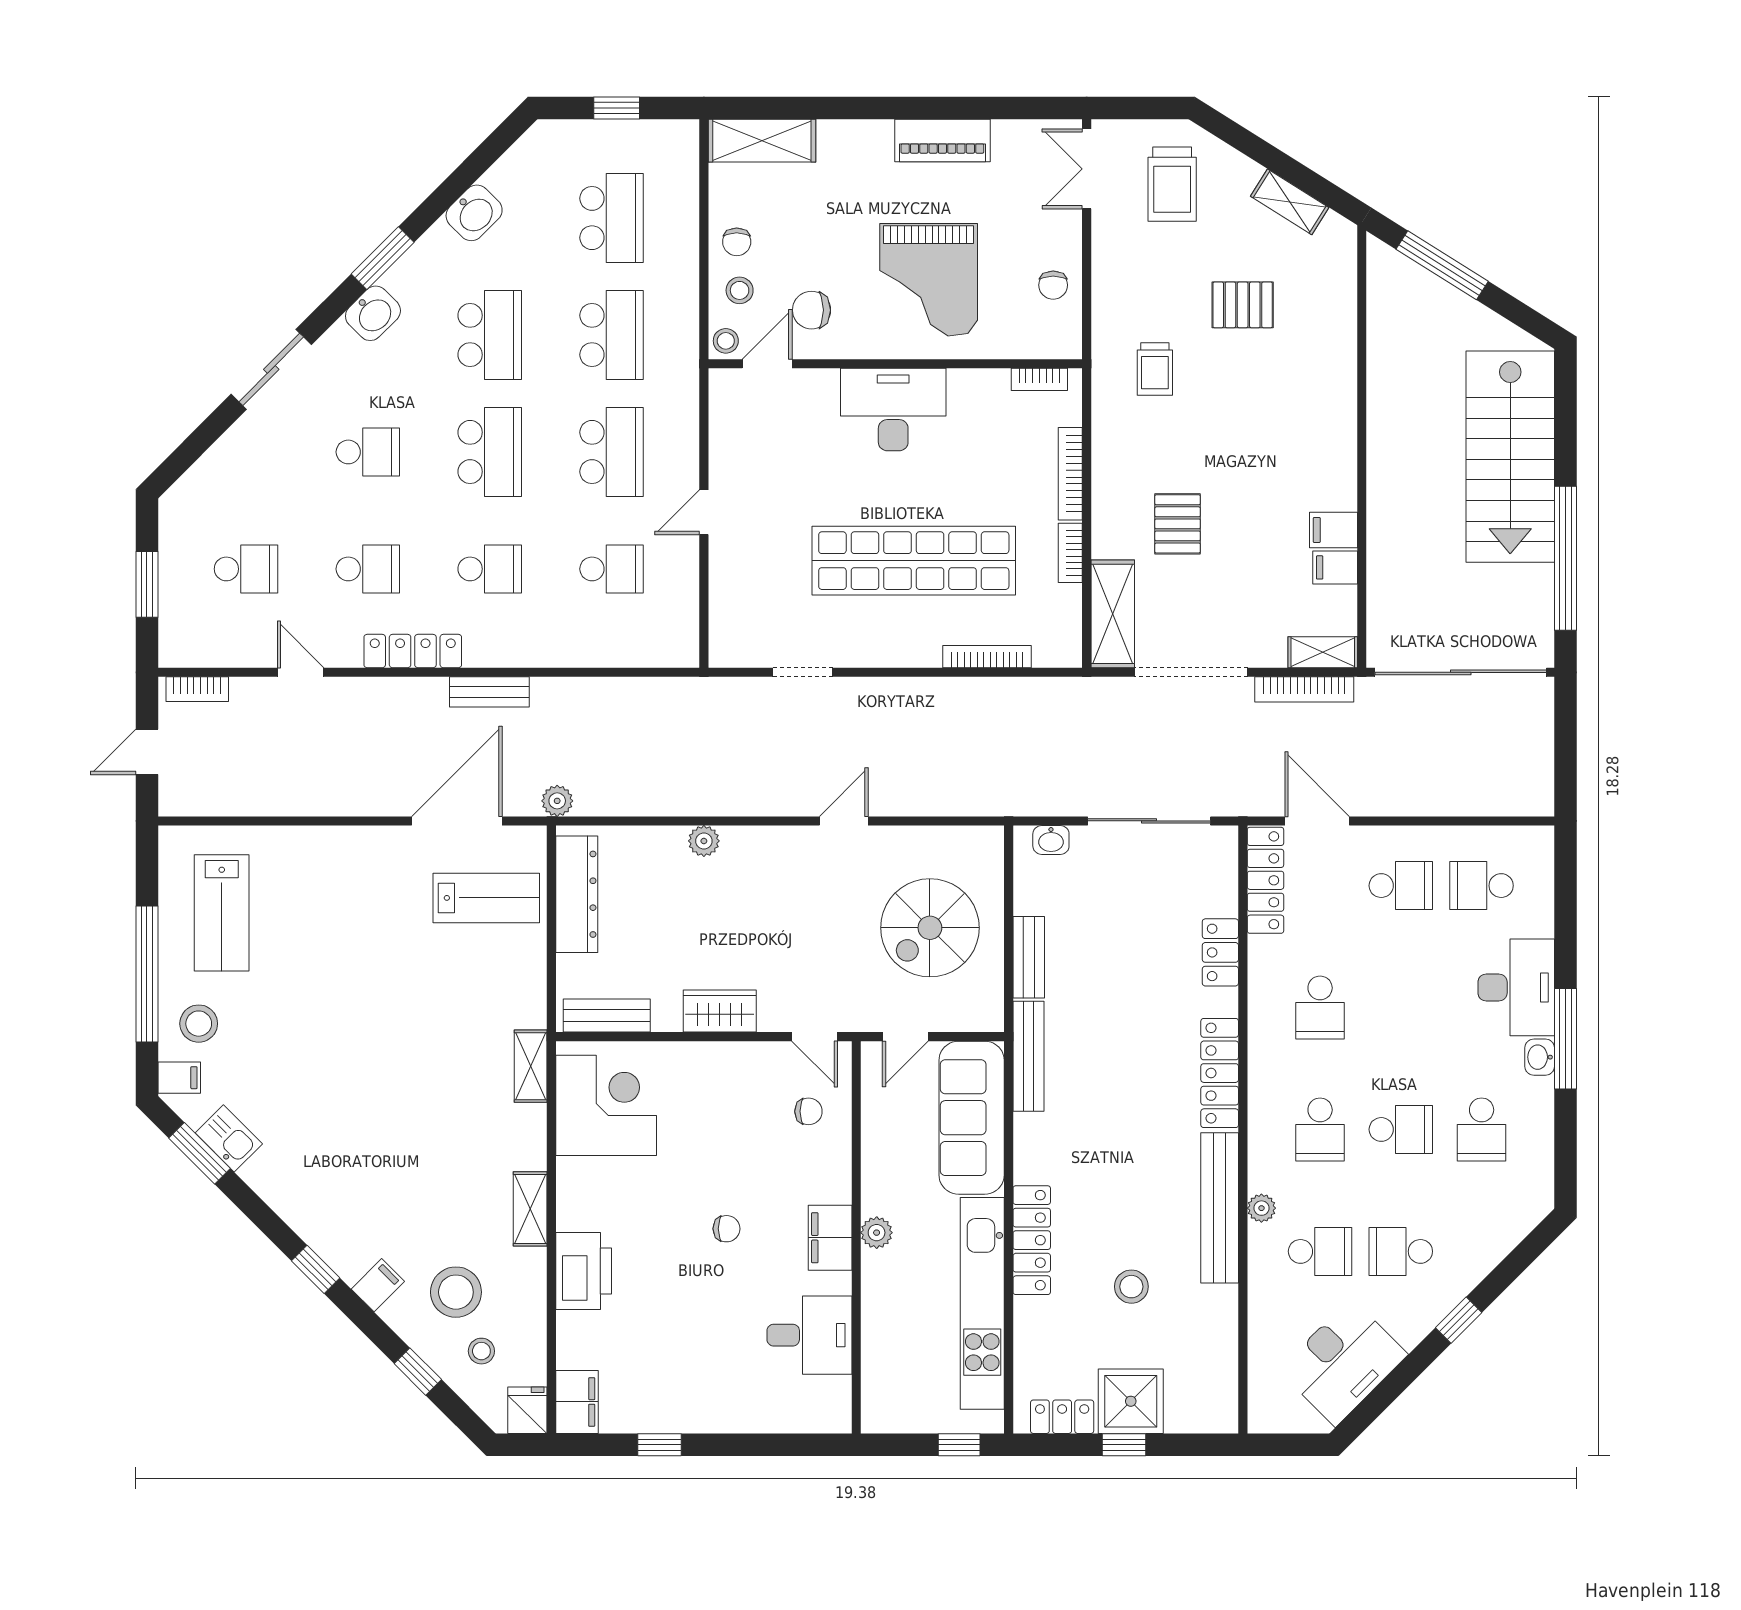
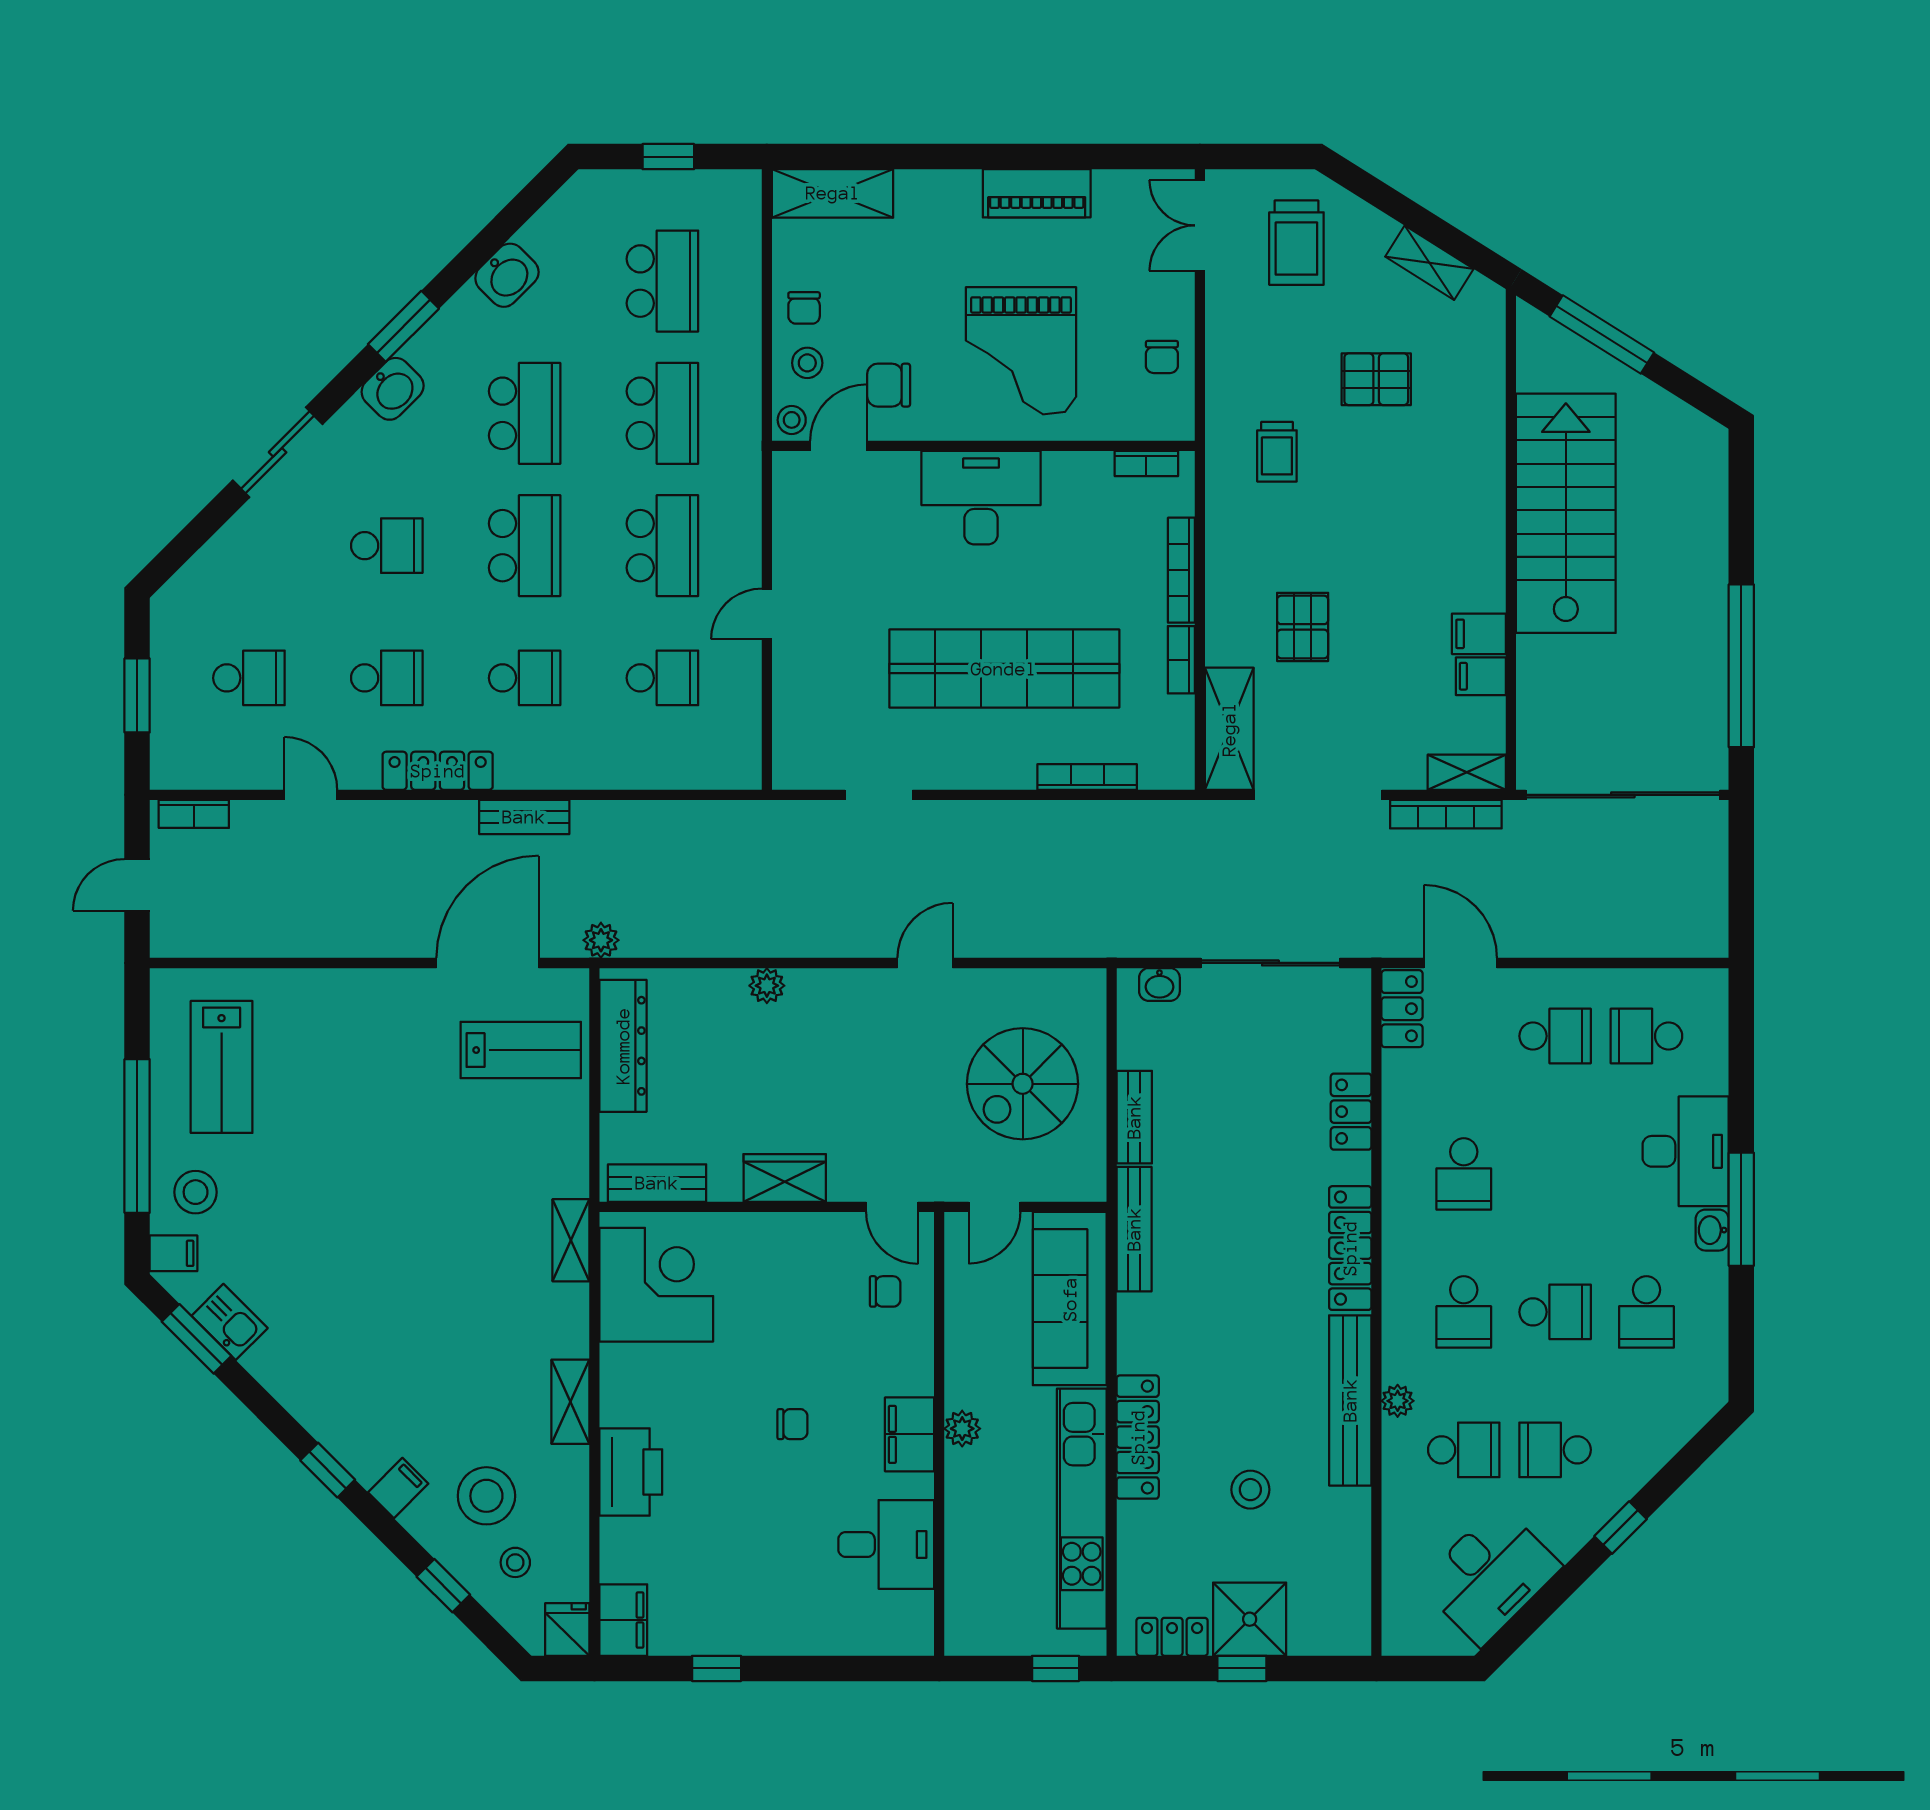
stairs: (1510, 457) -> (1566, 513), moved, turned 180
locker: (1265, 880) -> (1402, 1009), width x0.66

